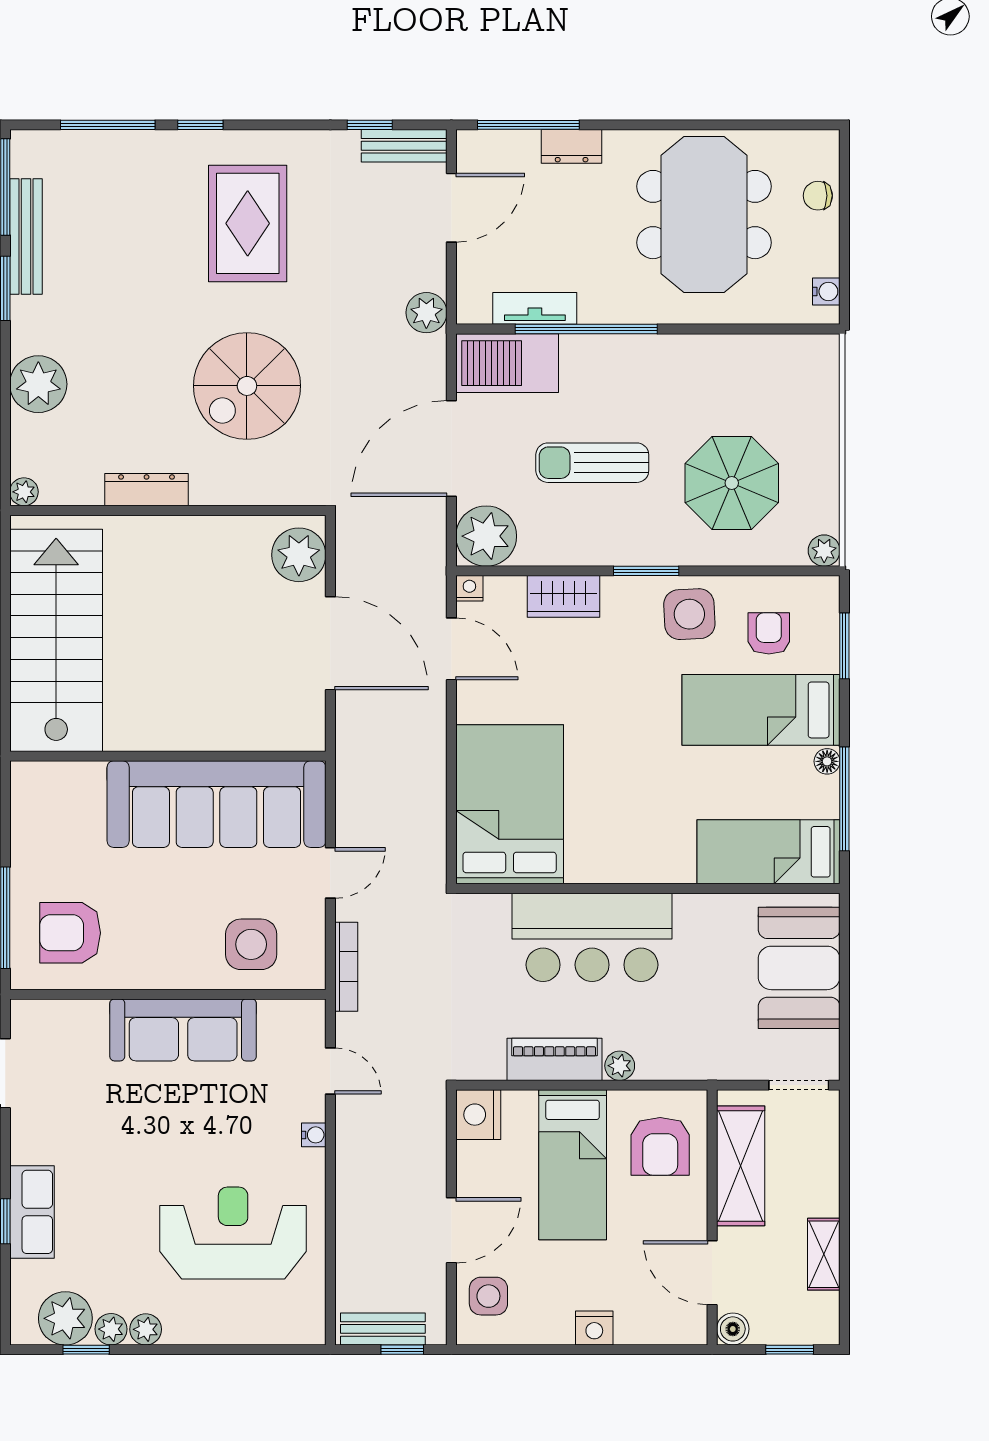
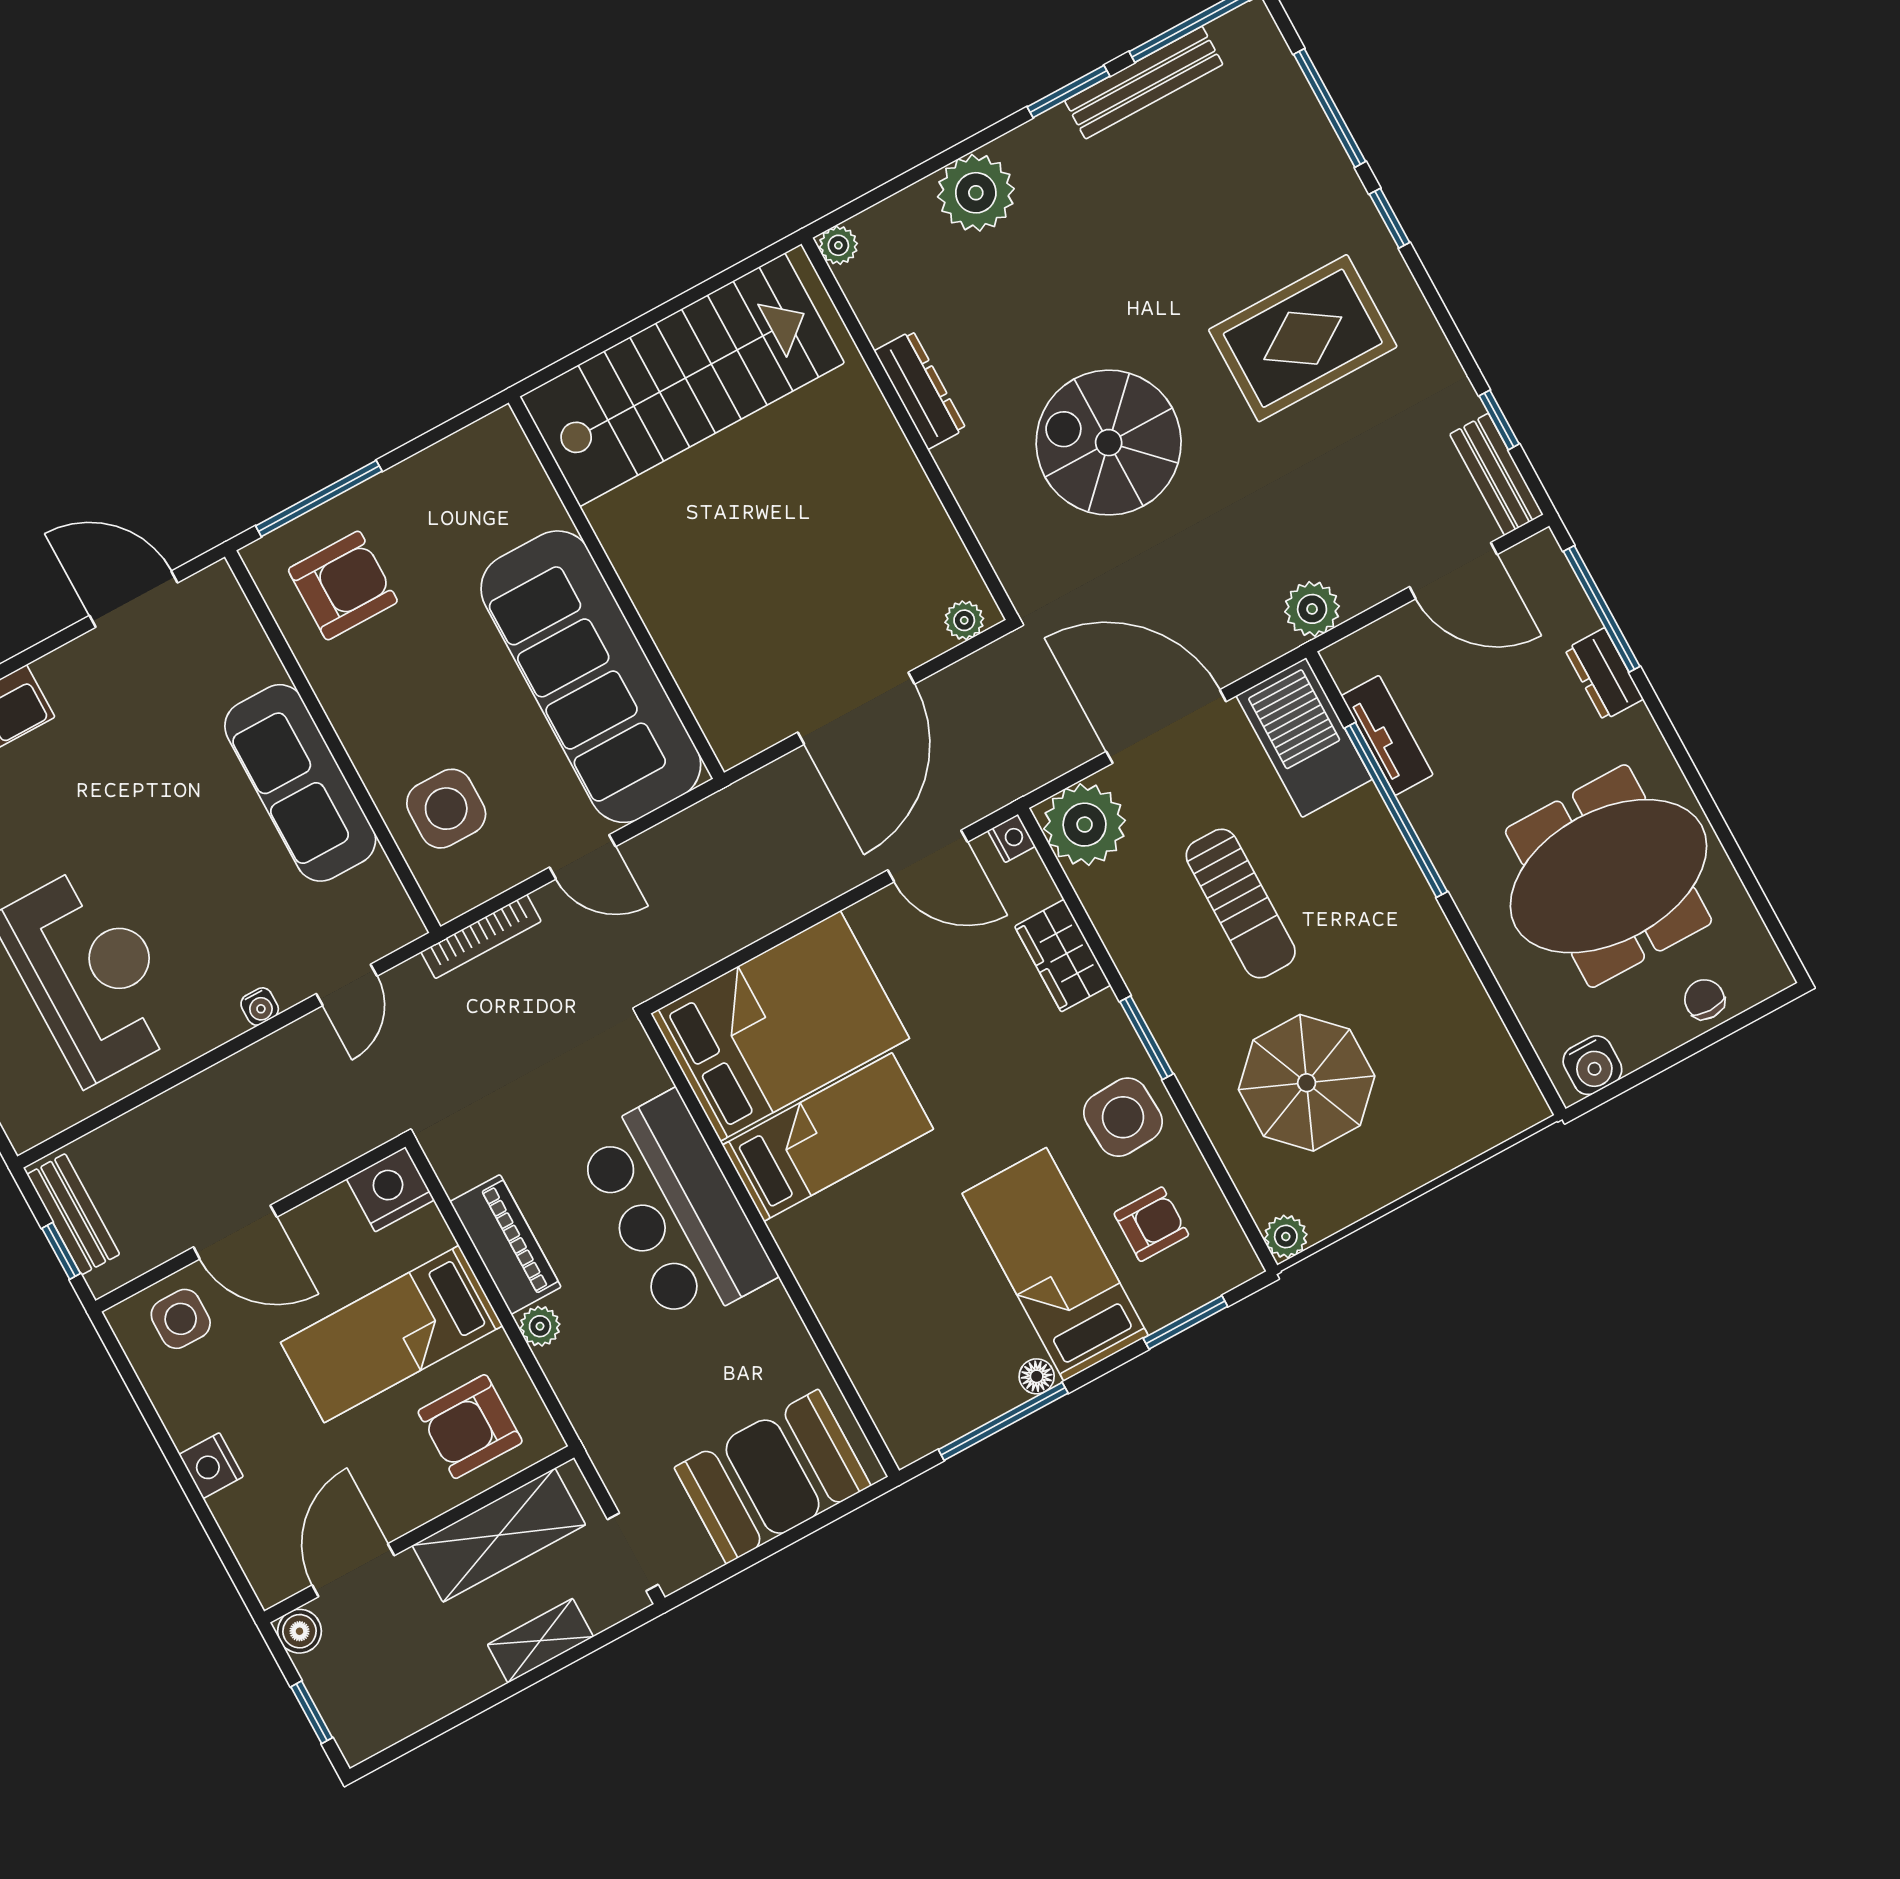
water cooler: (826, 292) -> (1592, 1065), width x1.38, depth x1.38
sun lounger: (592, 463) -> (1241, 904), turned 180
plant: (299, 555) -> (964, 620), width x0.53, depth x0.53
door: (451, 649) -> (928, 856), hinge flipped
bed: (769, 852) -> (828, 1137), moved, turned 90
armchair: (70, 933) -> (343, 585), turned 90
shelving: (824, 1254) -> (540, 1641), moved

